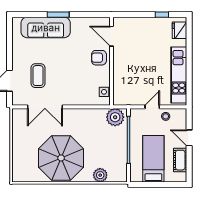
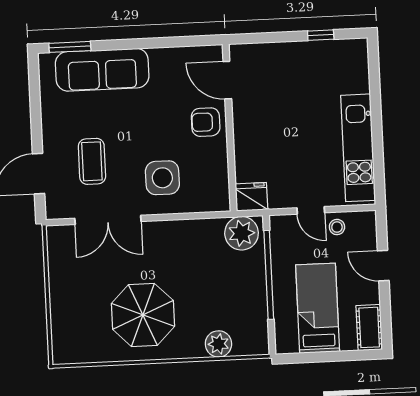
window: (58, 15) -> (70, 47), moved
fridge: (180, 30) -> (251, 197), moved, turned 90
side table: (104, 92) -> (162, 178), moved, width x1.87, depth x1.87
door: (152, 107) -> (311, 210), swing flipped
parasol: (61, 158) -> (143, 315), width x0.73, depth x0.73
cot: (180, 160) -> (369, 327), moved

